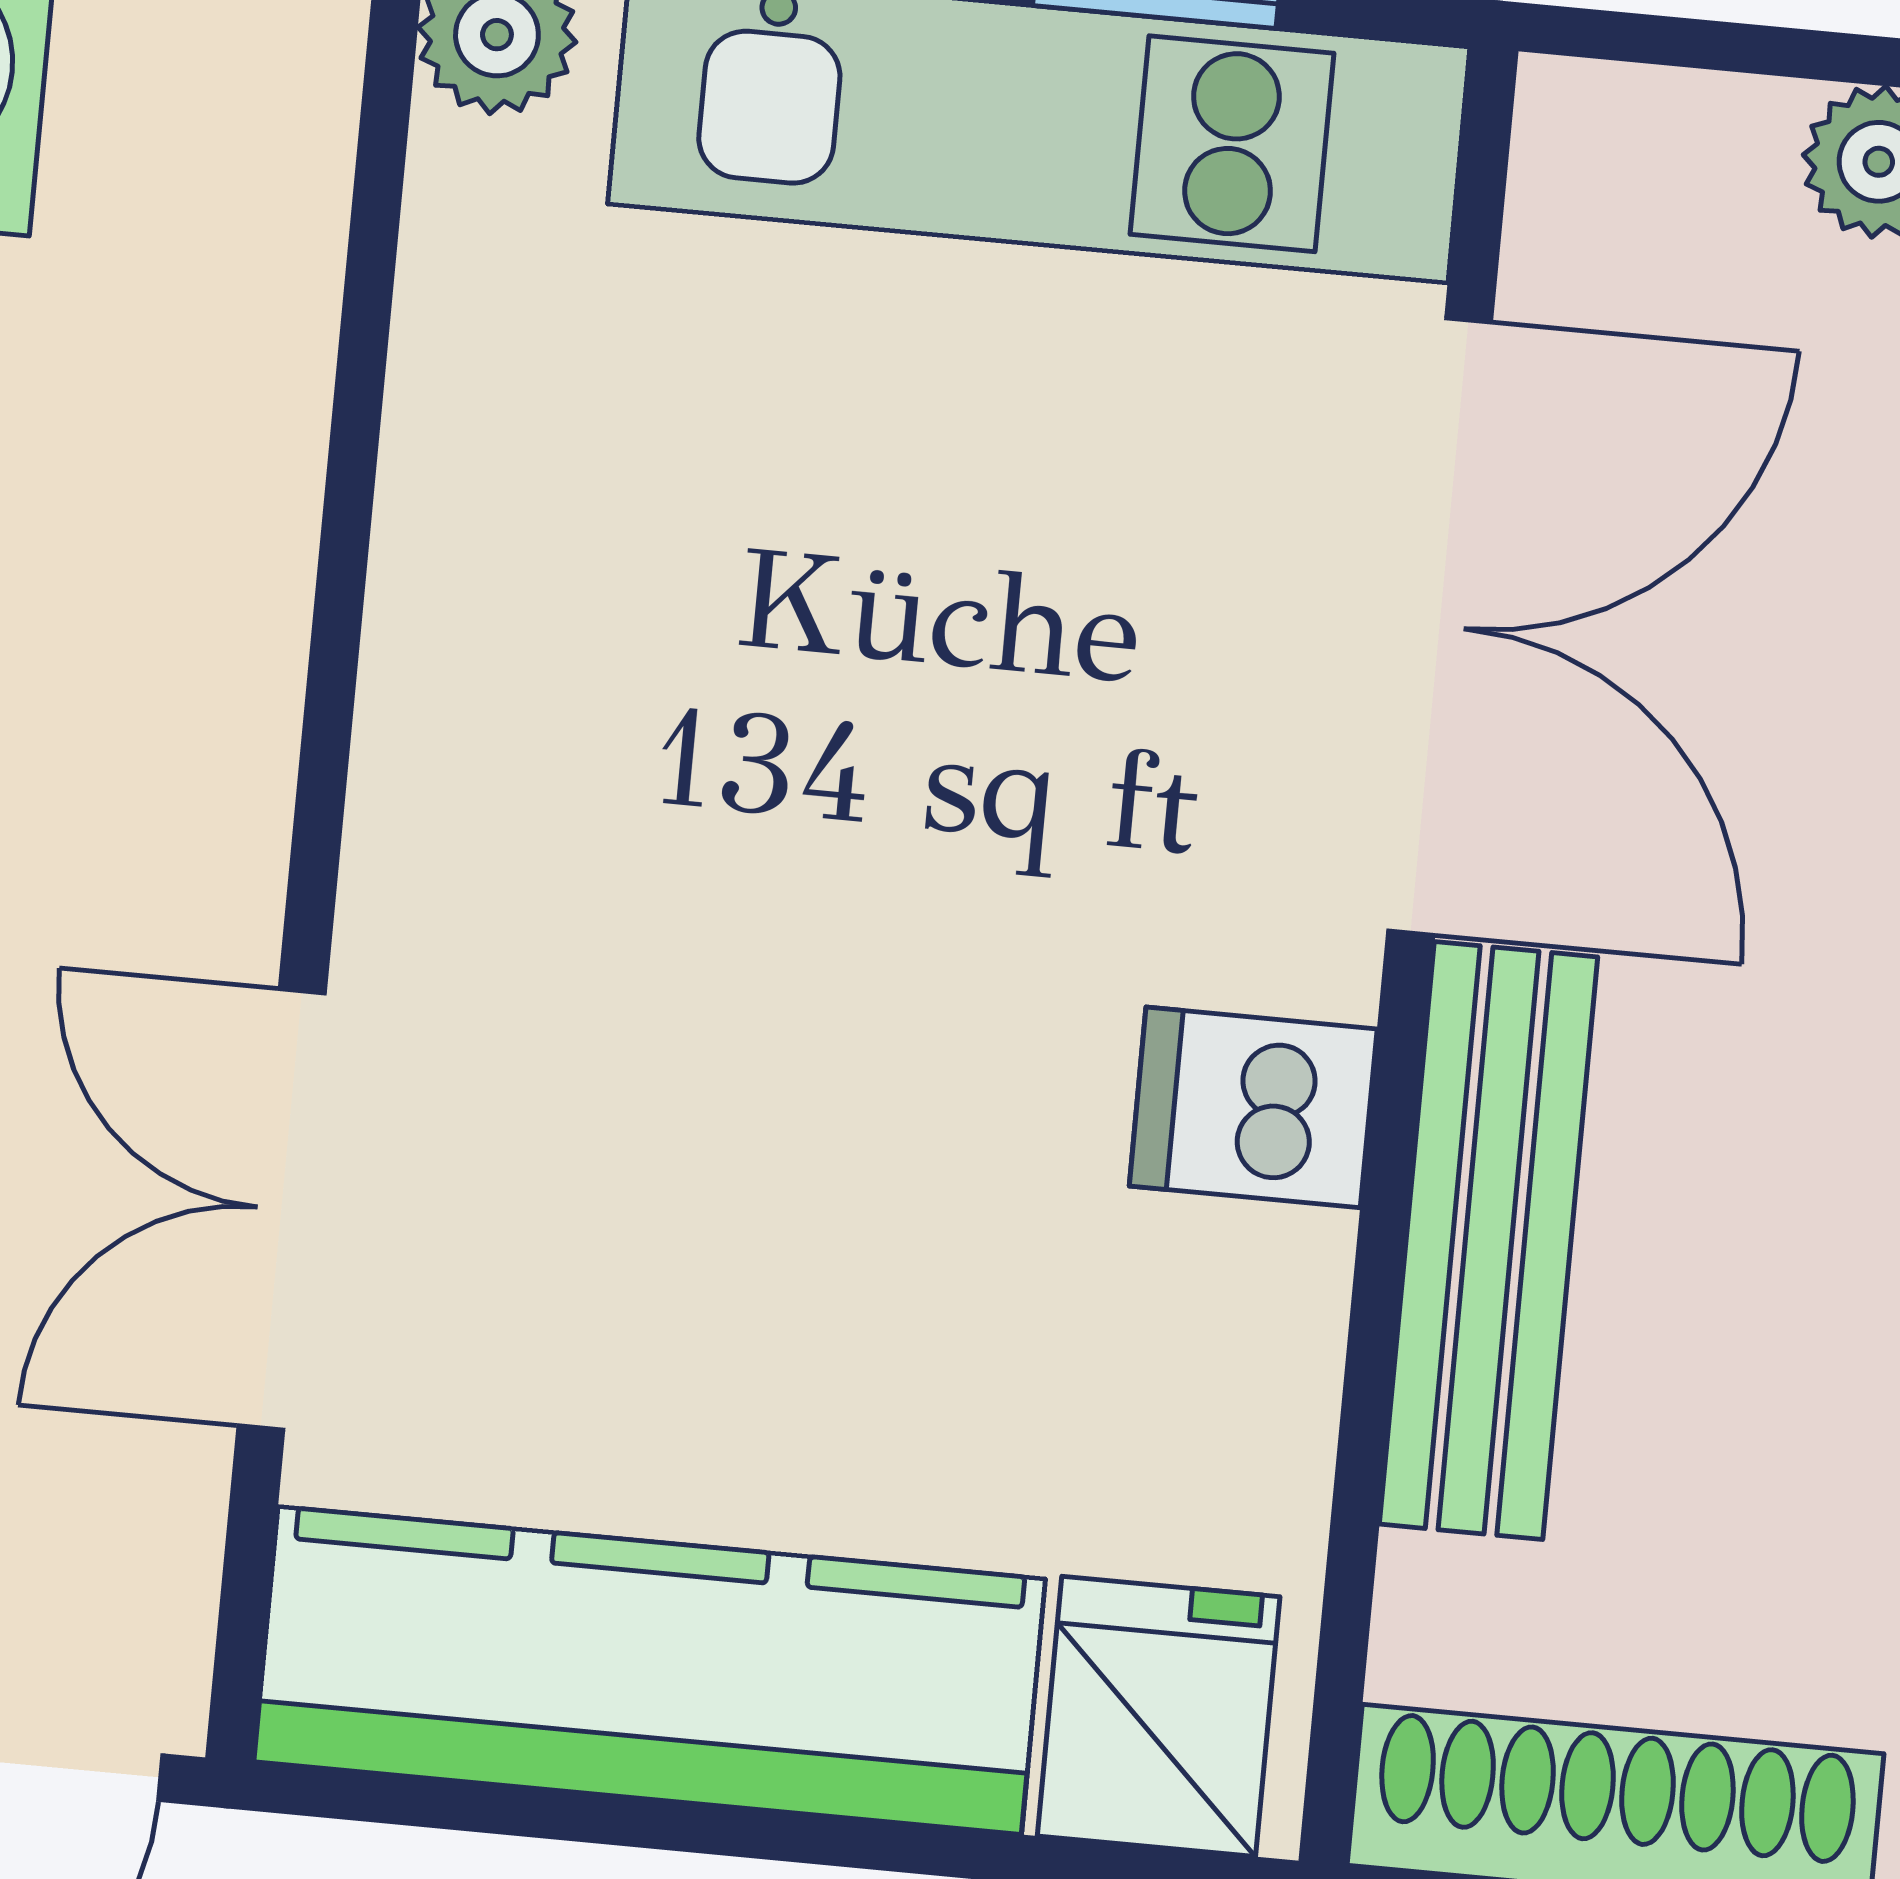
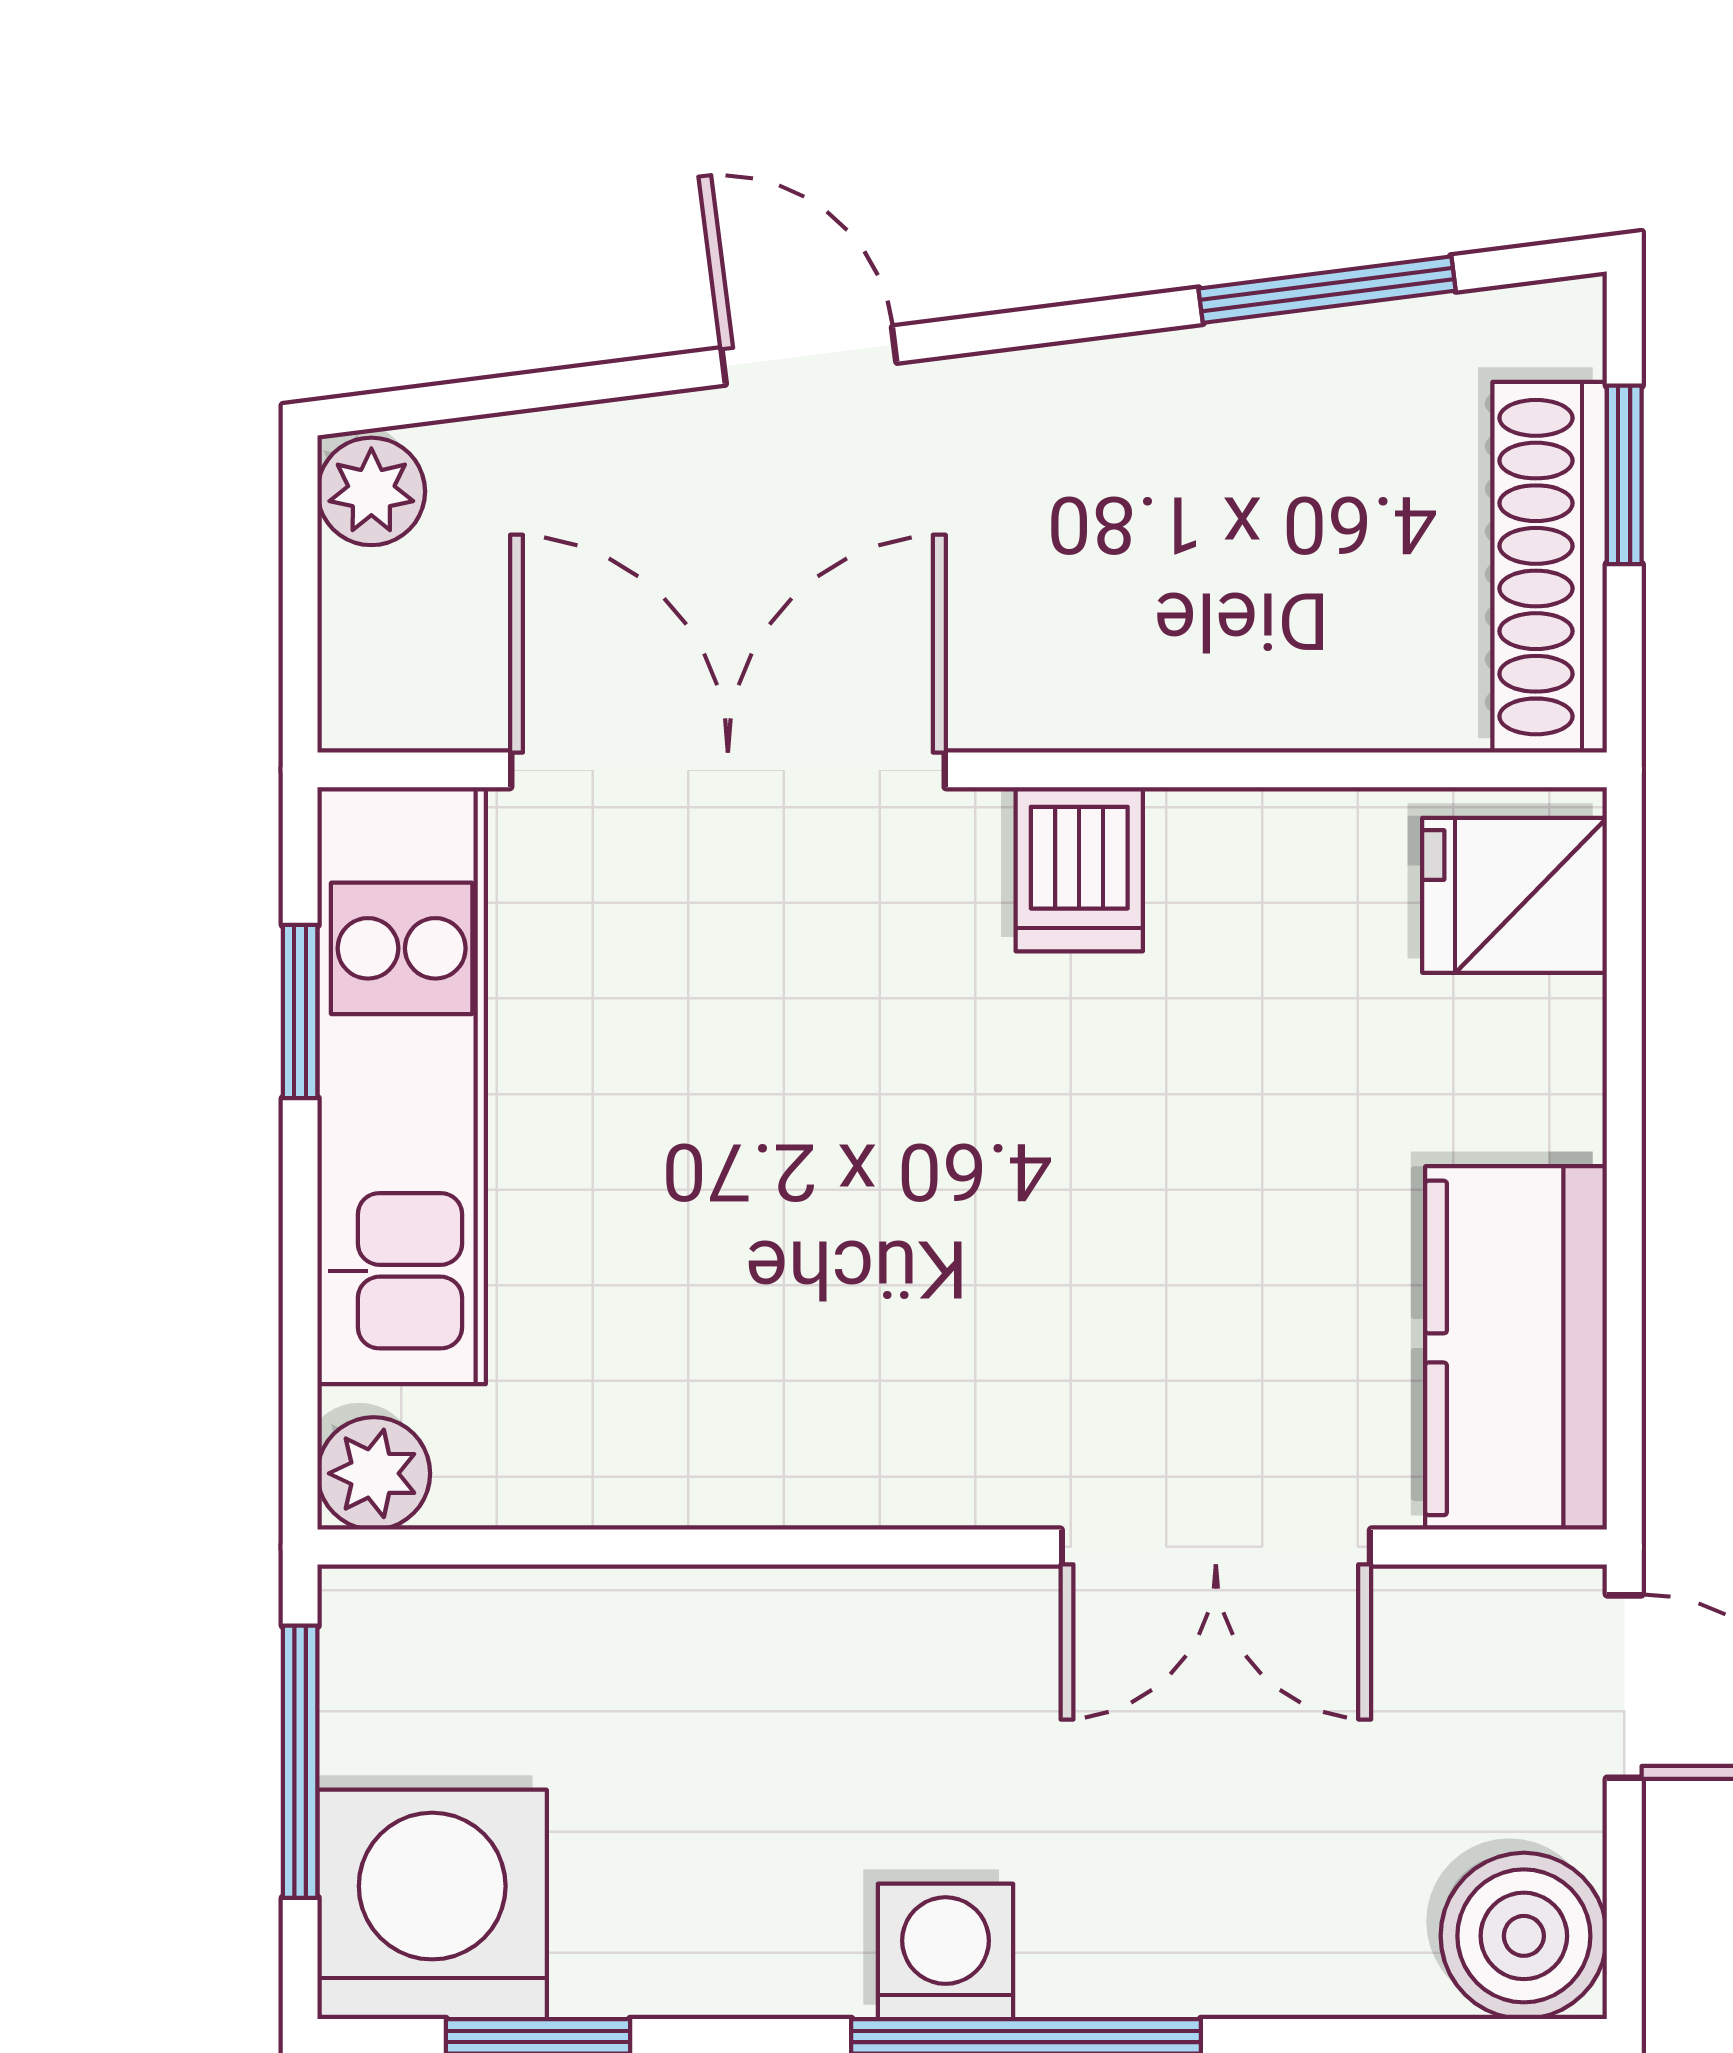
bench: (1488, 1240) -> (1157, 695), removed
kitchen counter: (650, 1670) -> (1516, 1348), width x0.67

